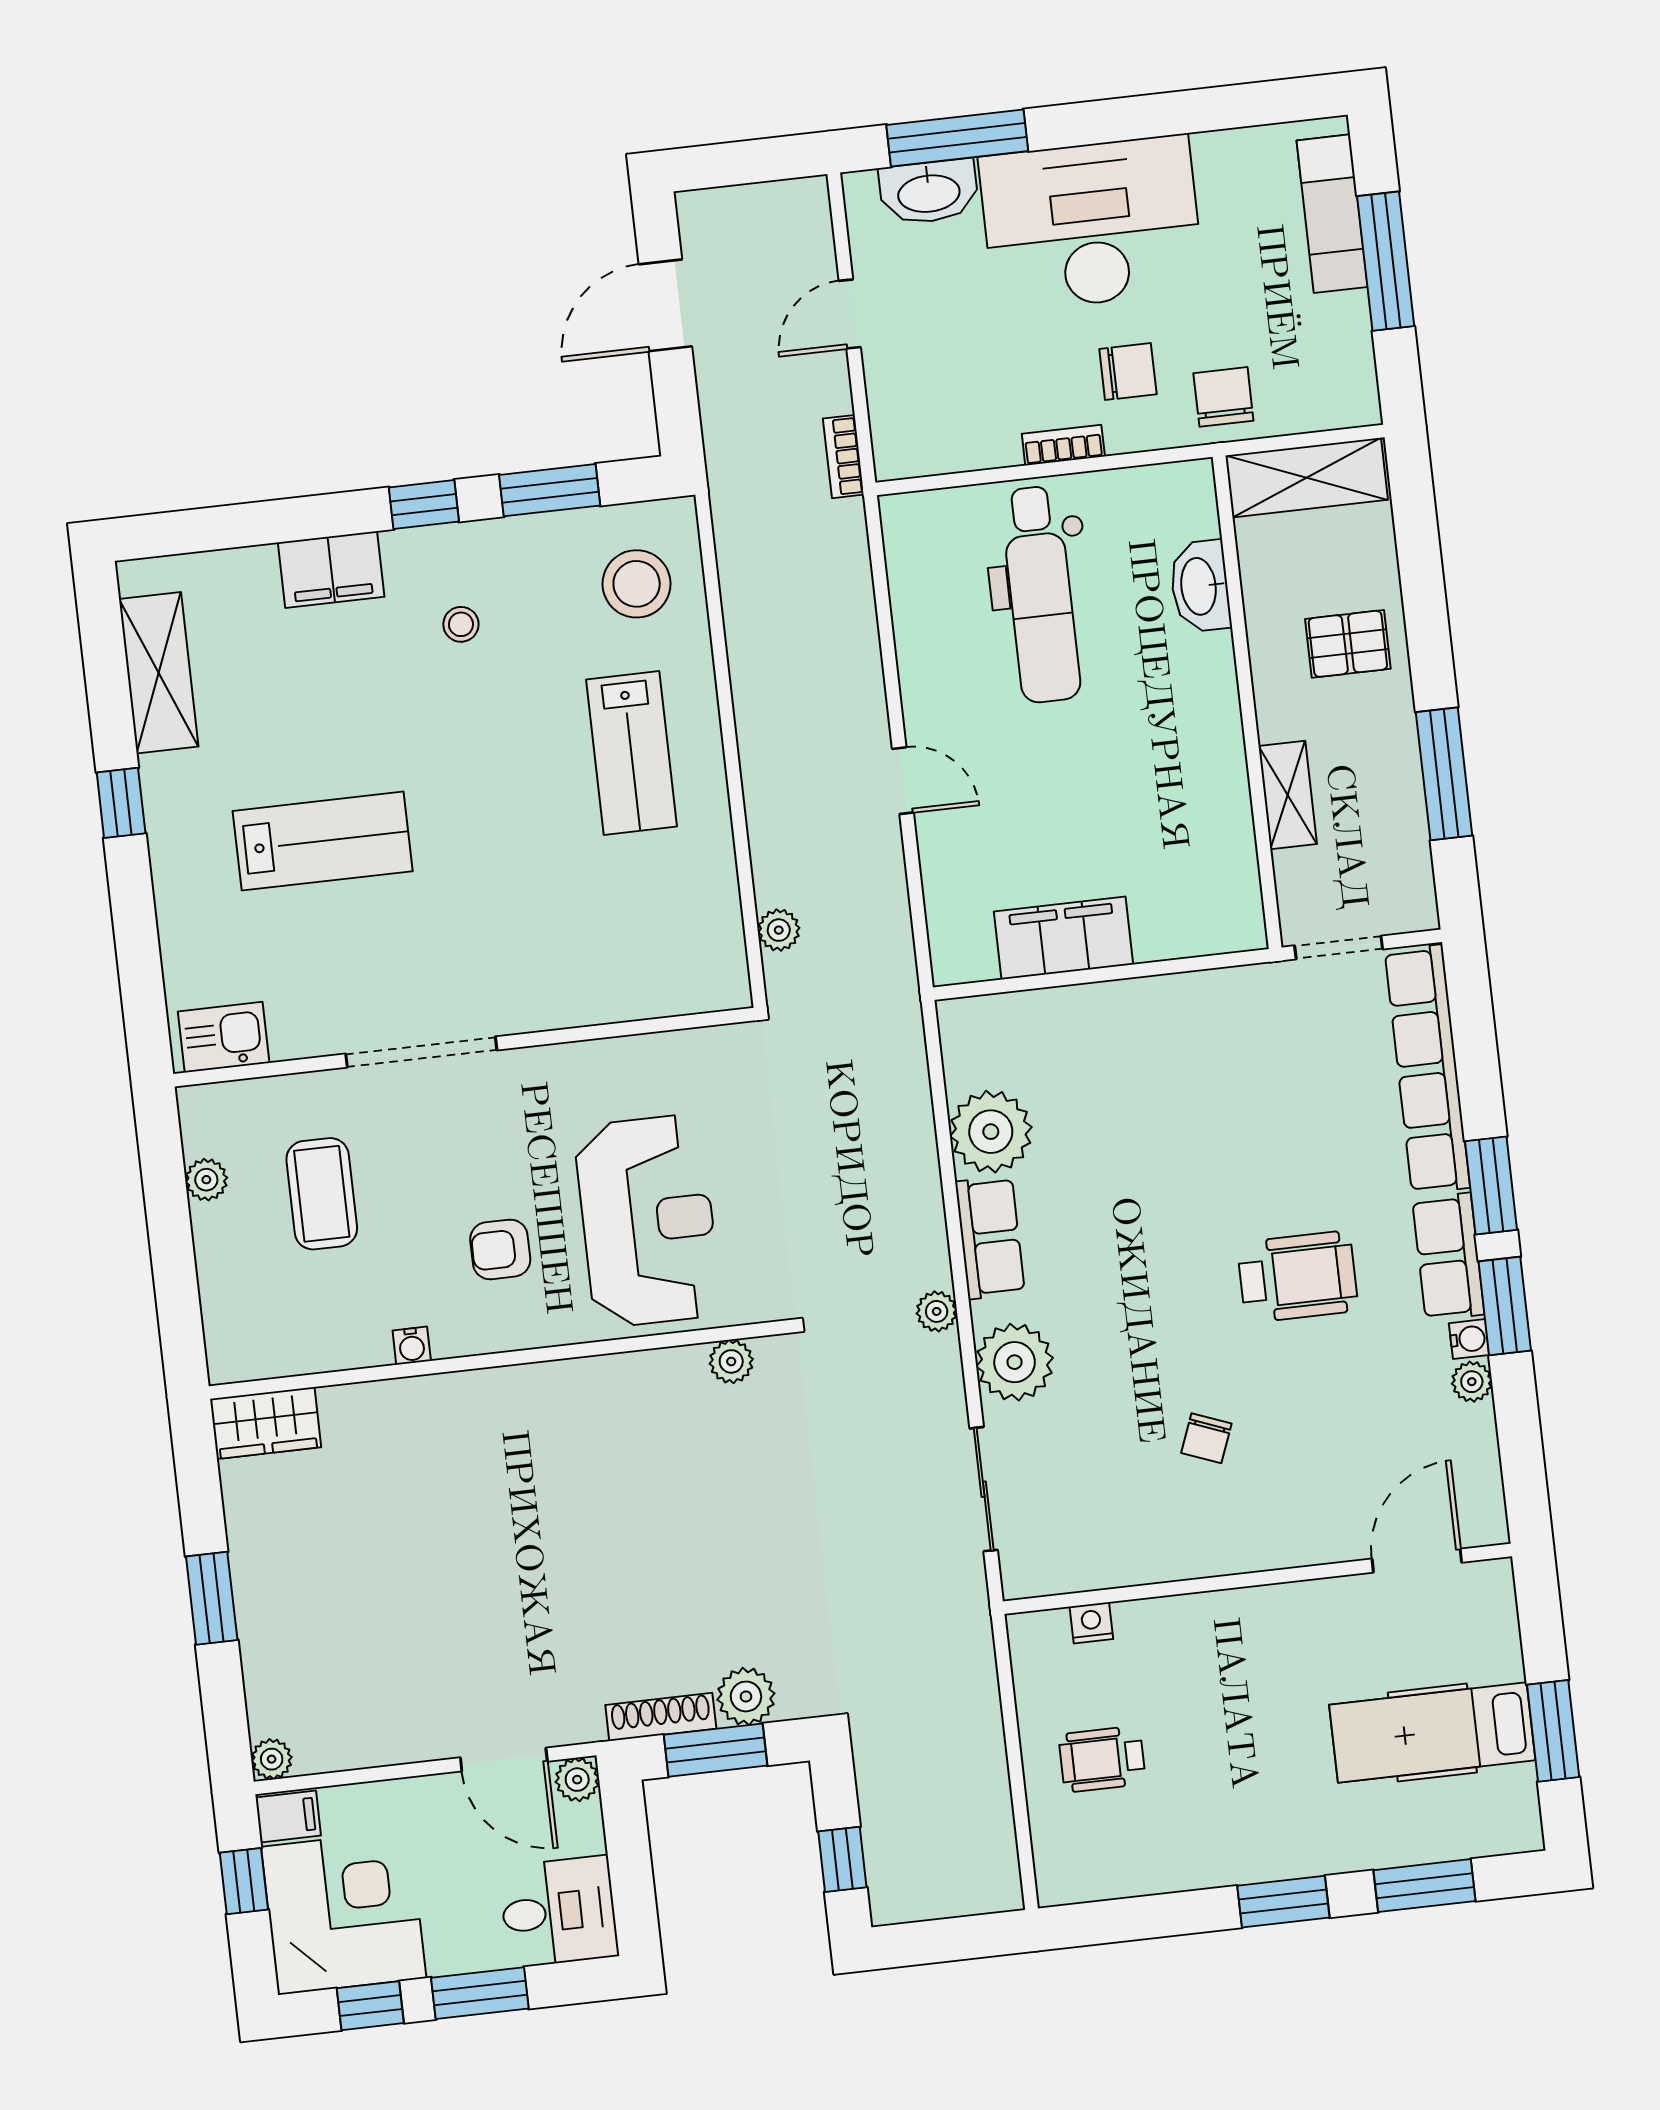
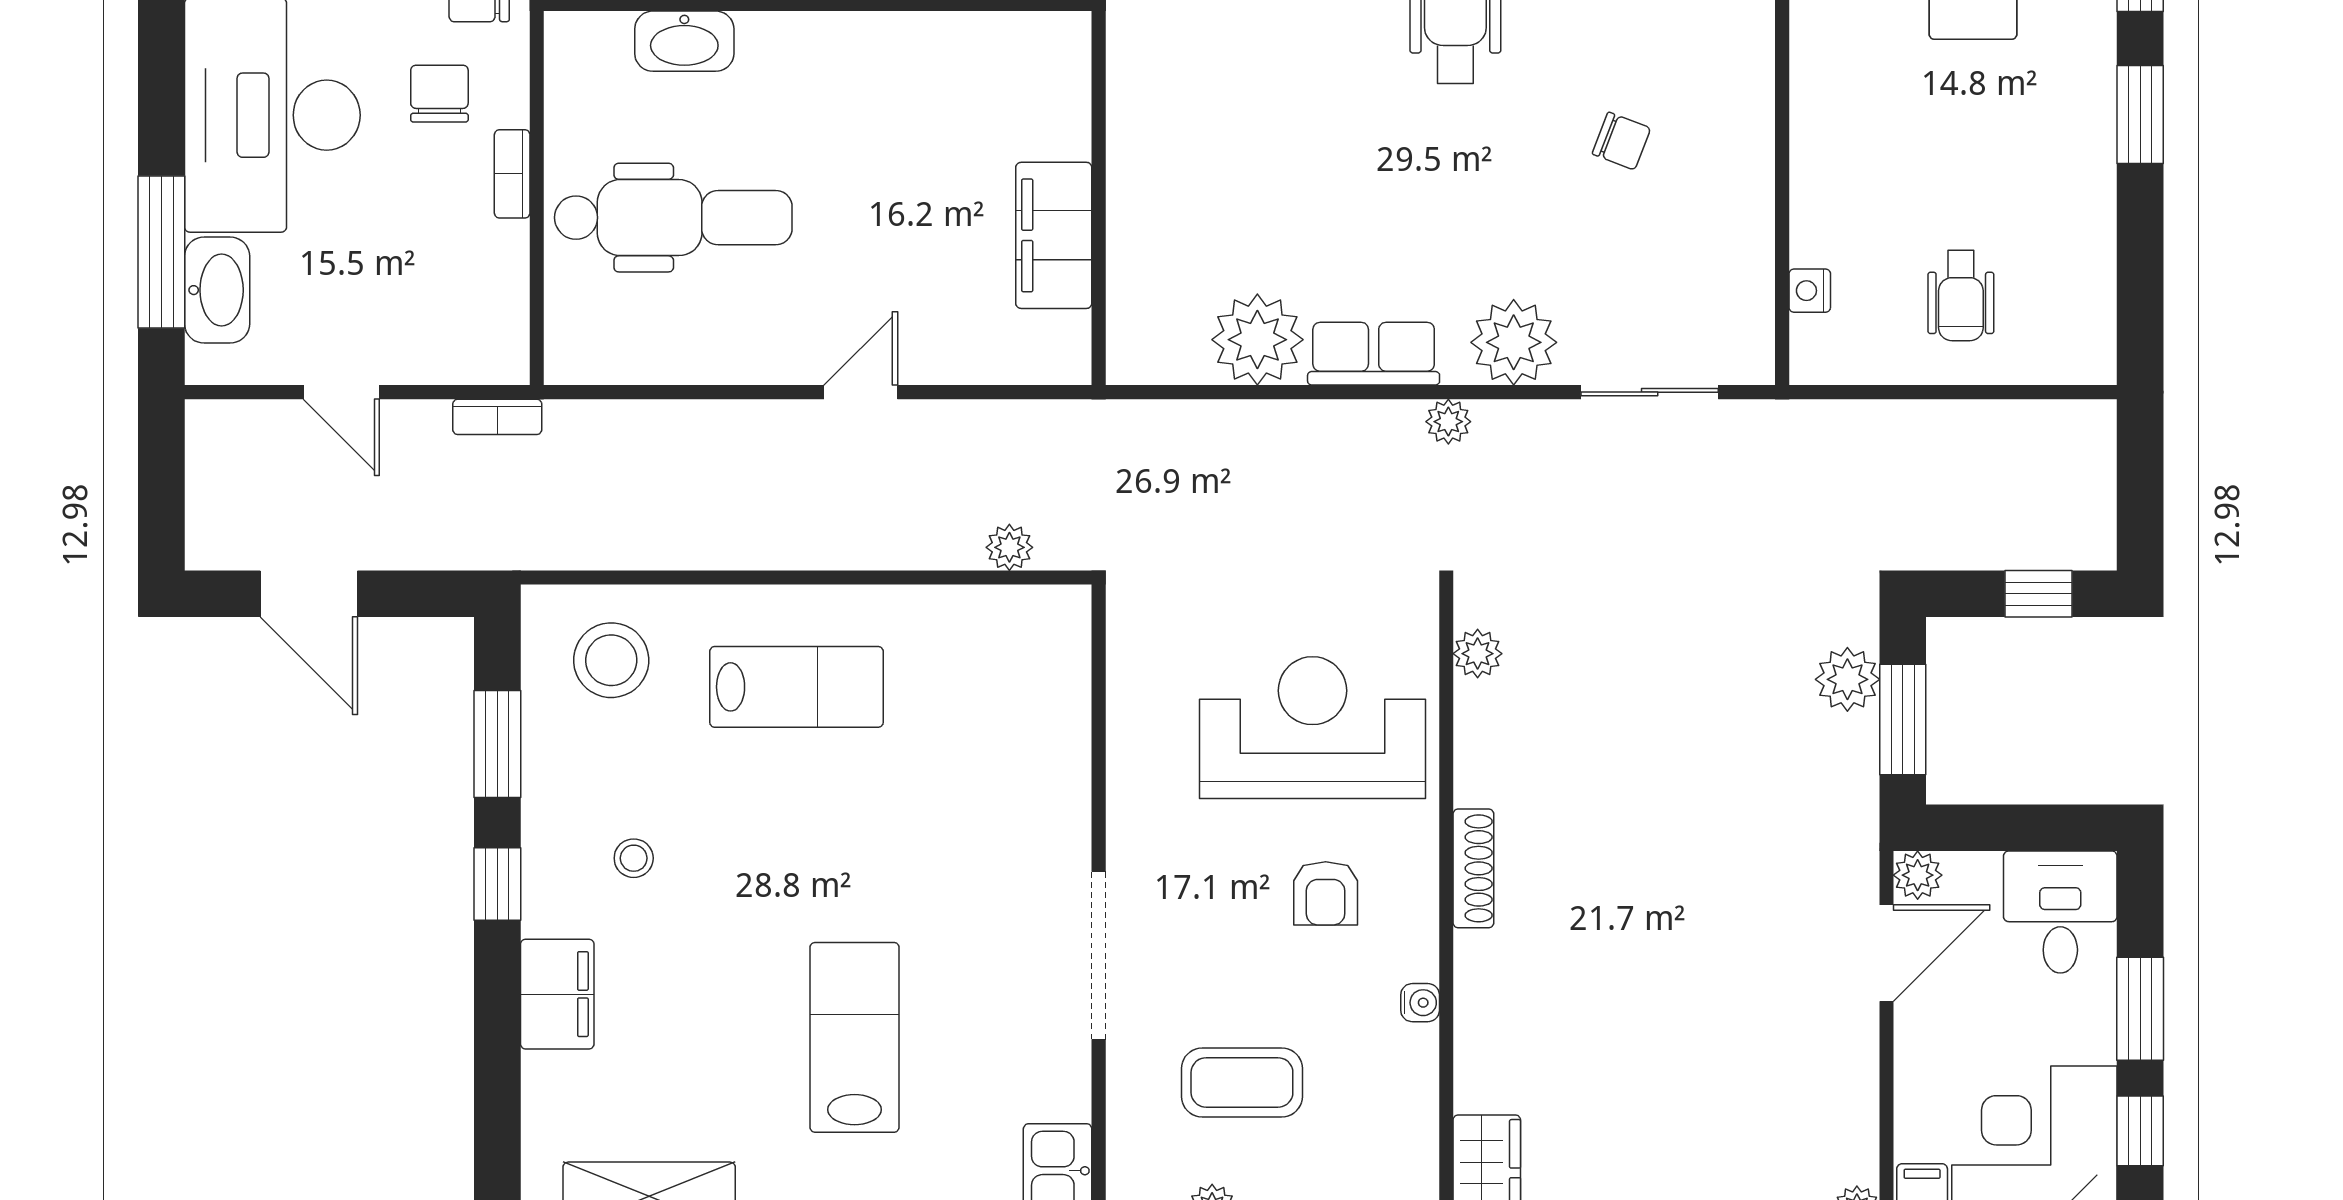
shoe rack: (661, 1717) -> (1473, 868), moved, turned 180

